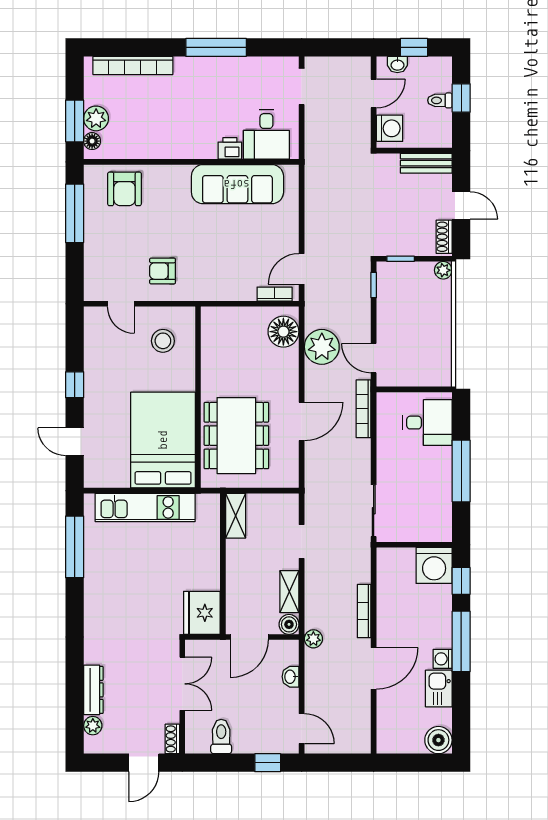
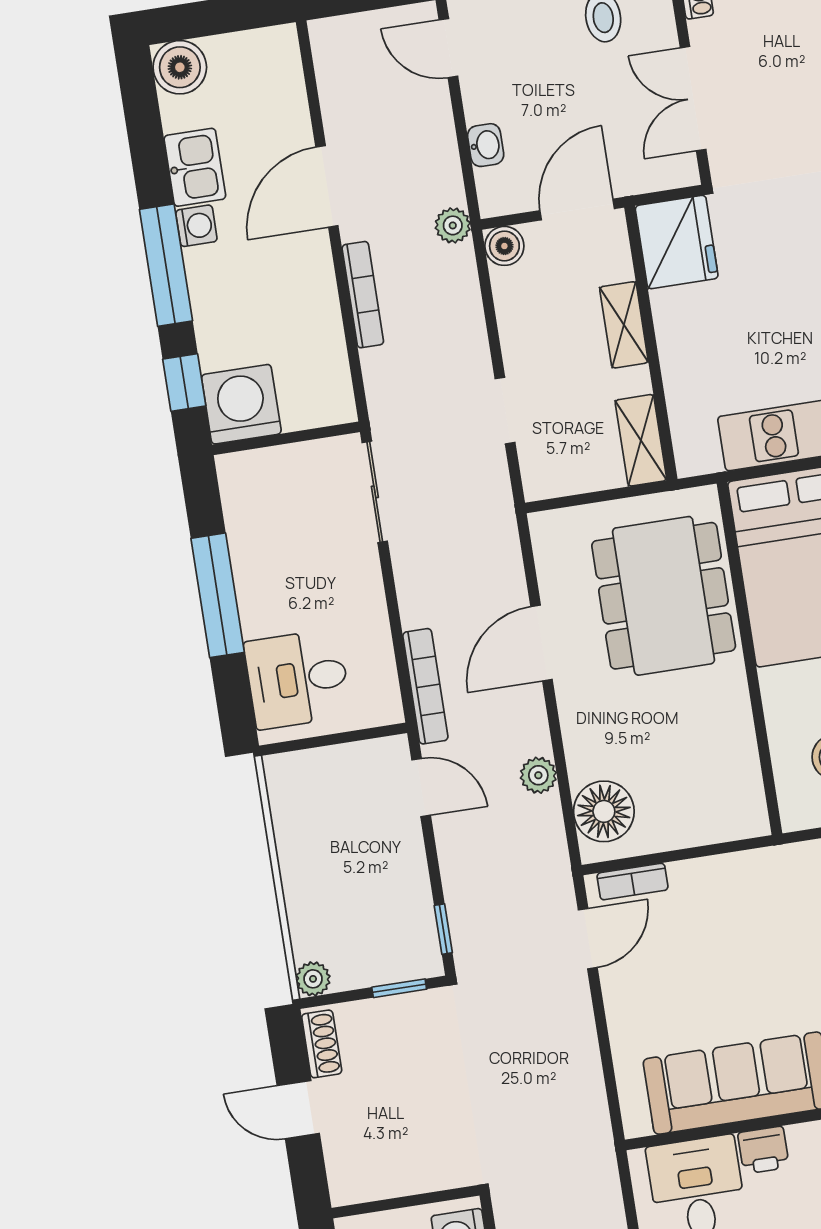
bench: (426, 163) -> (379, 1181), removed
plant: (322, 347) -> (538, 775), width x0.53, depth x0.53
shelving: (289, 592) -> (624, 325), moved

